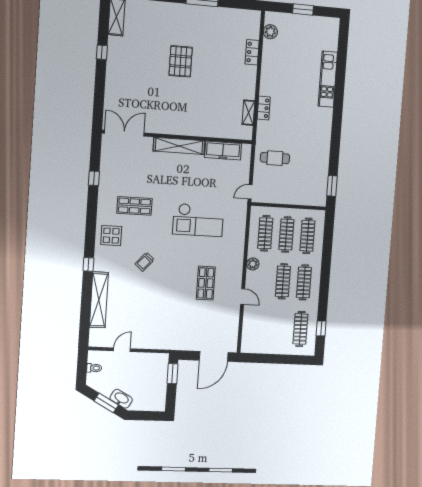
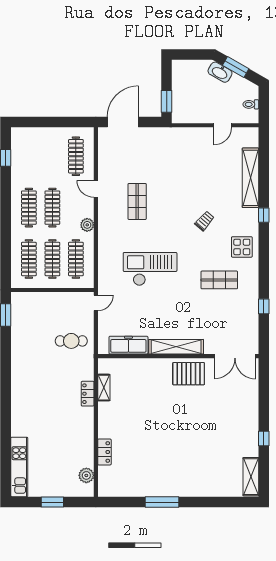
pallet: (181, 61) -> (189, 374), moved, turned 90
kitchen unit: (328, 79) -> (19, 467), moved
clothes rail: (300, 329) -> (76, 156), moved

